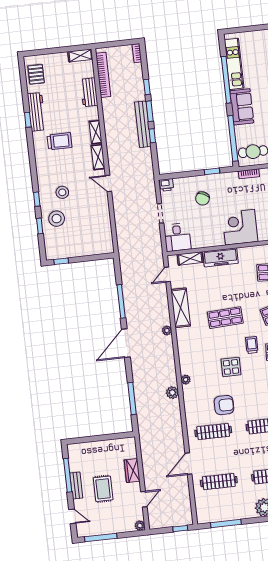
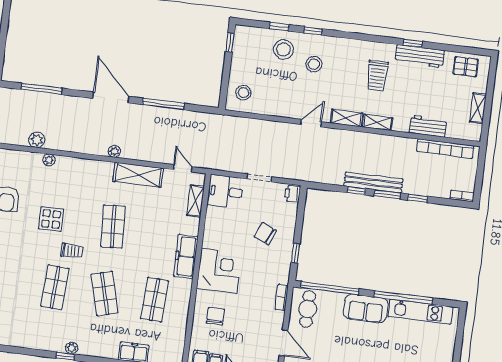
shelving: (80, 55) -> (478, 108), moved
stool: (97, 242) -> (243, 93), added
freezer: (221, 257) -> (186, 256), moved

